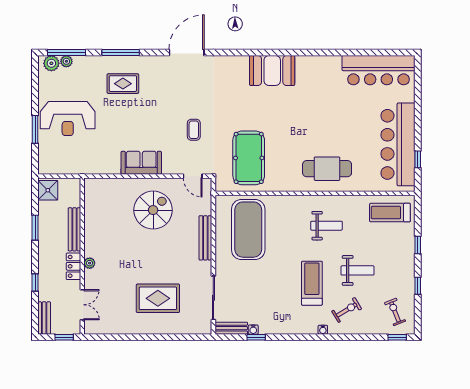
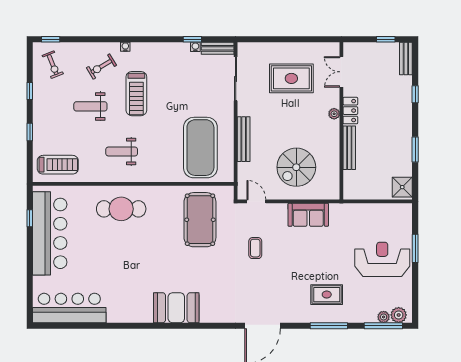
bench: (74, 229) -> (349, 148), moved
wall: (82, 256) -> (341, 121), moved
plant: (90, 263) -> (334, 114), moved
locker: (73, 266) -> (350, 111), moved
double door: (82, 305) -> (341, 72), moved

